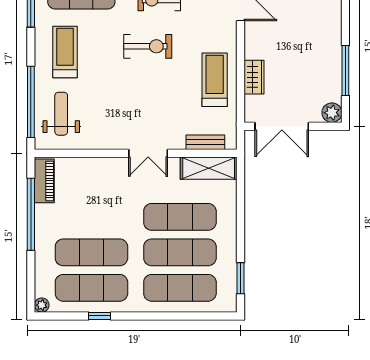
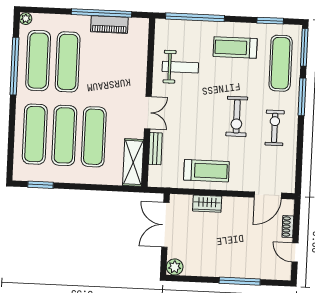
treadmill: (65, 52) -> (235, 47), turned 180
window: (345, 71) -> (240, 281), moved
weight bench: (61, 114) -> (180, 67), moved
bench: (205, 142) -> (155, 149), moved
double door: (148, 153) -> (148, 113), swing flipped
piano: (44, 181) -> (109, 25), moved
window: (100, 316) -> (14, 66), width x3.17

